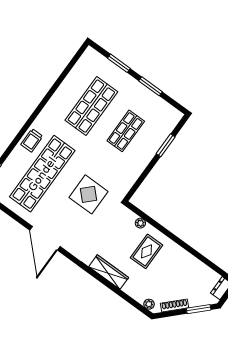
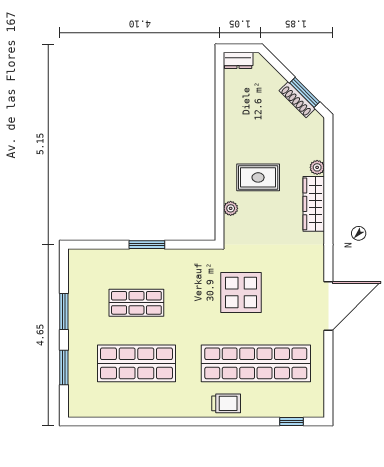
window: (166, 145) -> (147, 245), moved
plant: (149, 304) -> (317, 167), moved
window: (199, 309) -> (305, 92), moved

